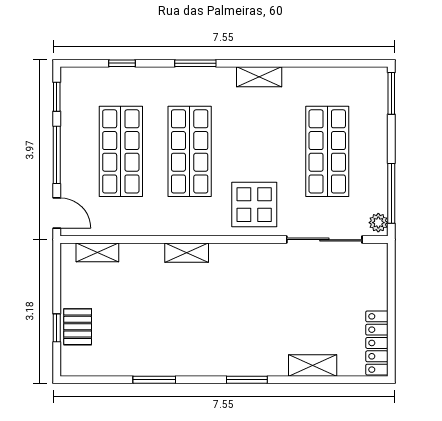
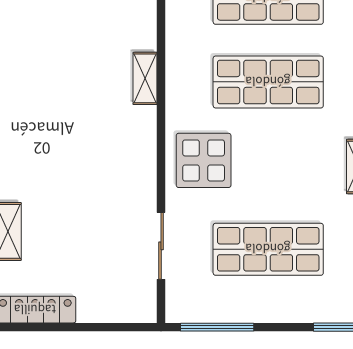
plant: (378, 223) -> (182, 311), removed
sliding door: (324, 240) -> (161, 246), width x0.73

